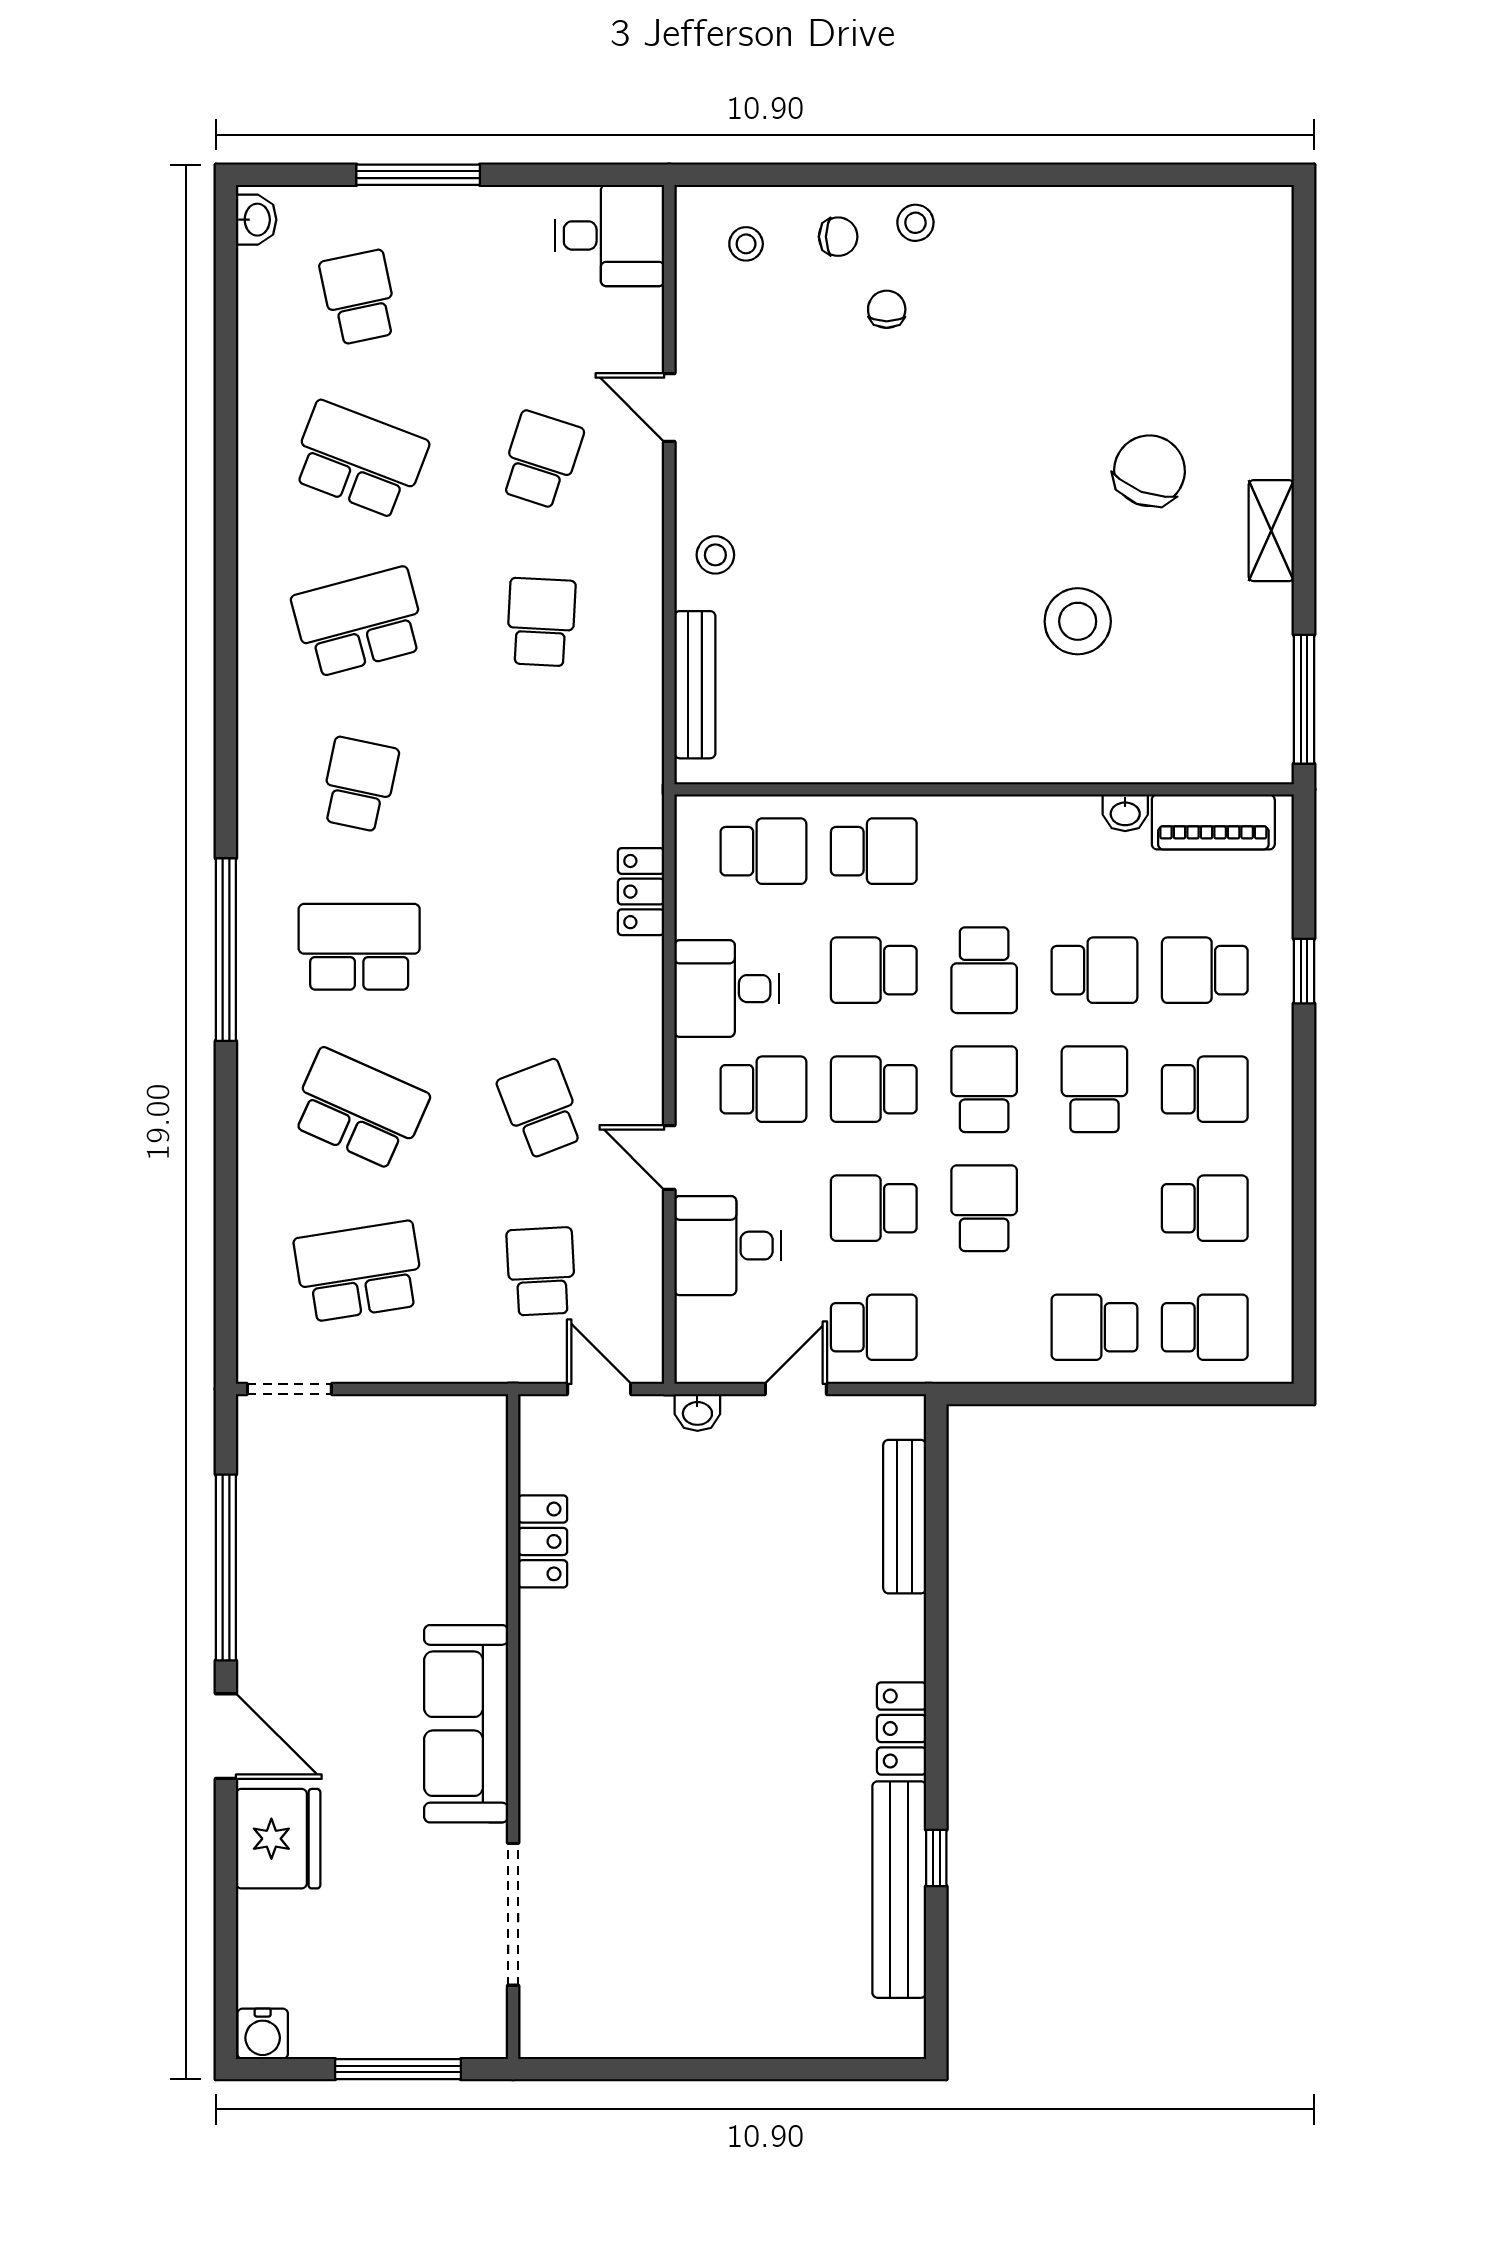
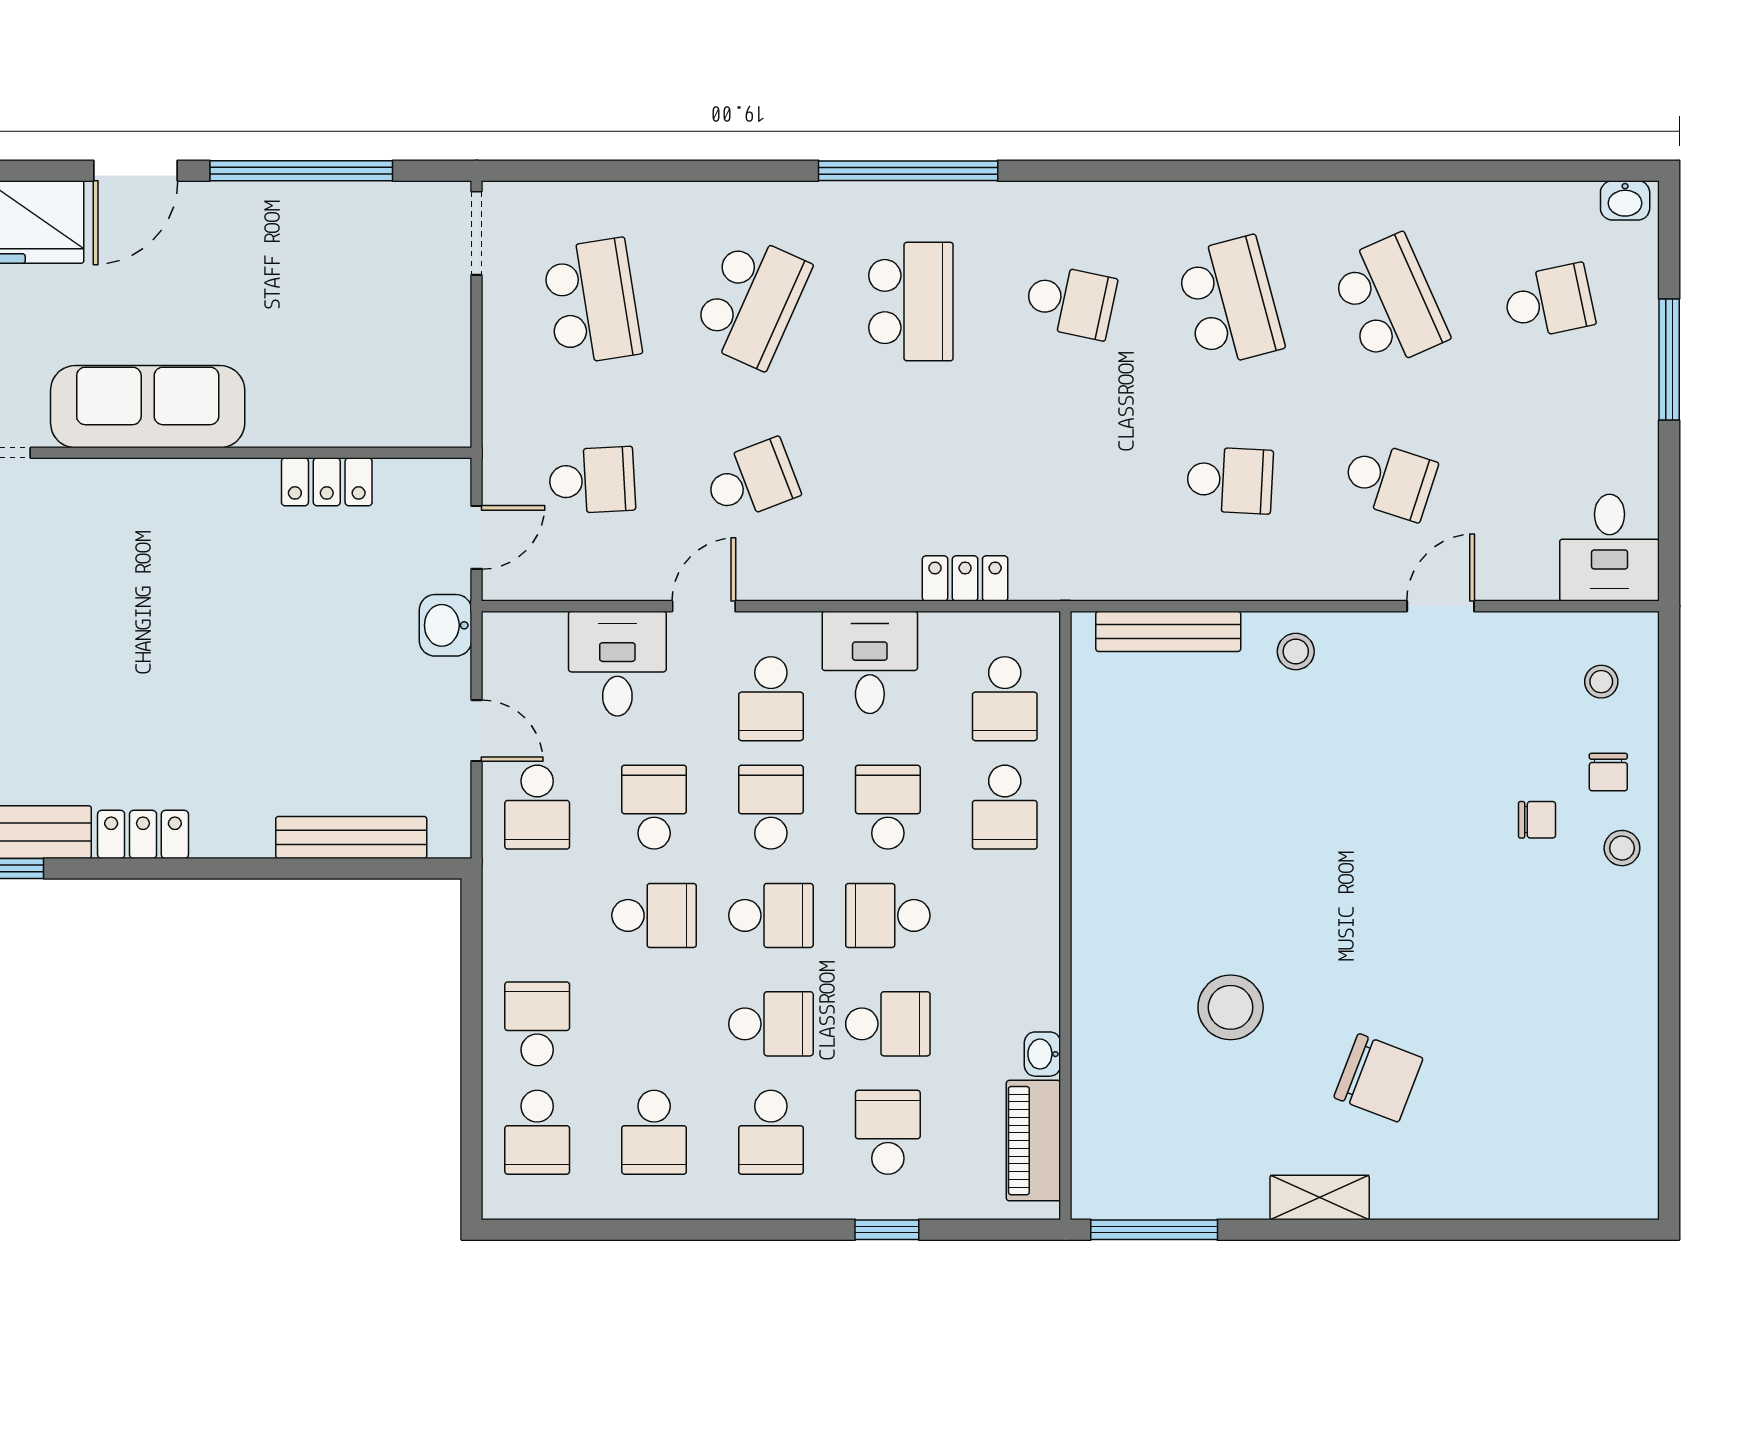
school desk: (359, 460) -> (1389, 302), turned -45
school desk: (1094, 970) -> (888, 1024), turned -90
washbasin: (697, 1412) -> (445, 625), width x1.38, depth x1.45

